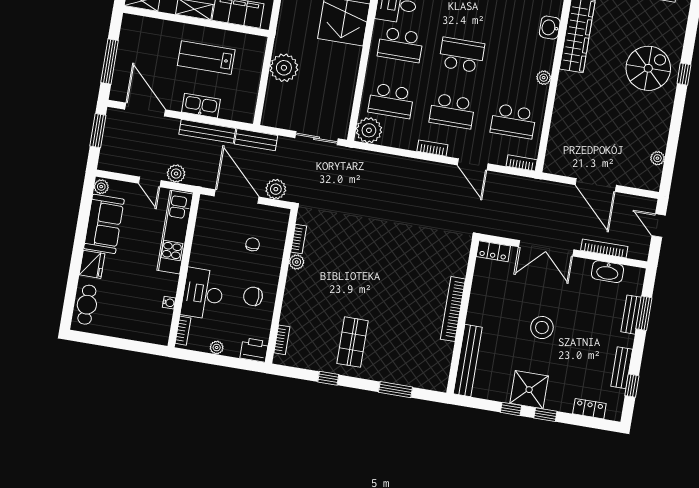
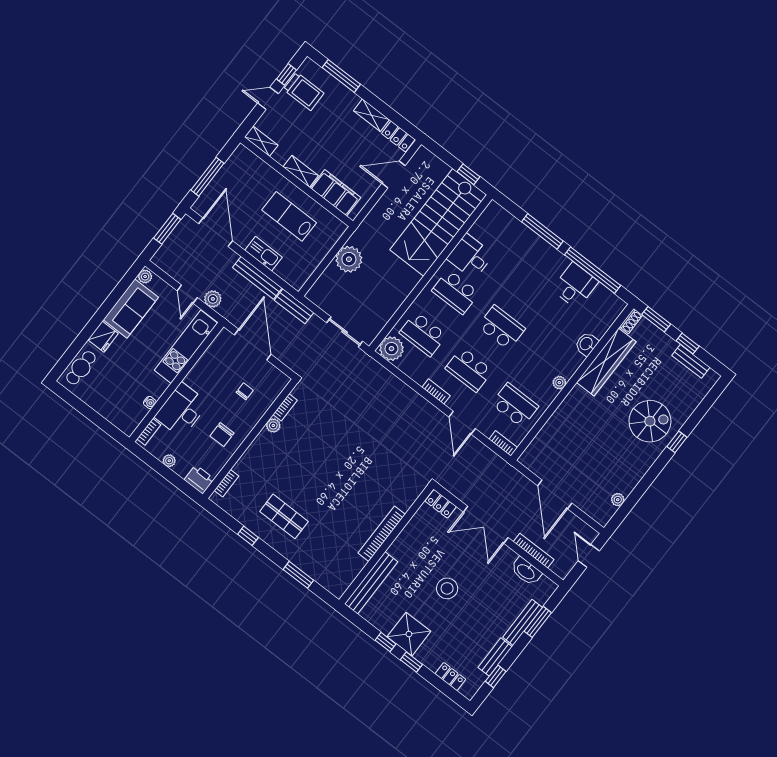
school desk: (513, 121) -> (515, 405), turned 180
plant: (276, 189) -> (288, 356), removed
chair: (253, 296) -> (222, 435), turned -90
bench: (631, 315) -> (523, 622), width x1.36
shop shelf: (353, 342) -> (284, 516), turned 90

